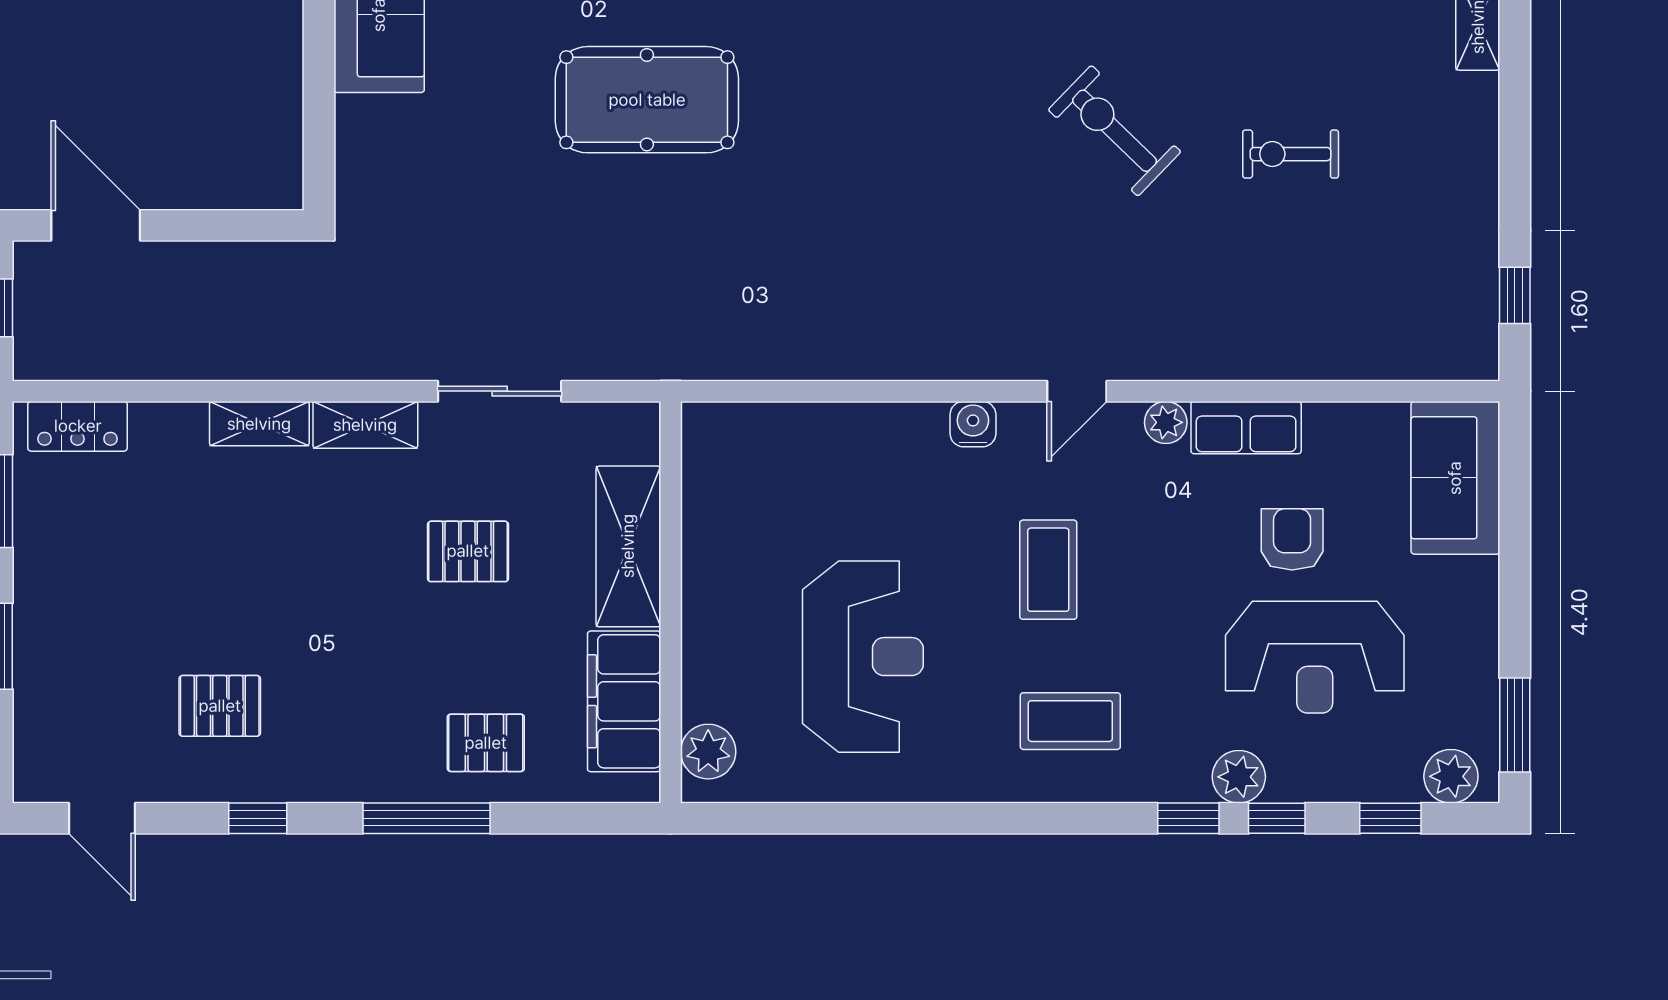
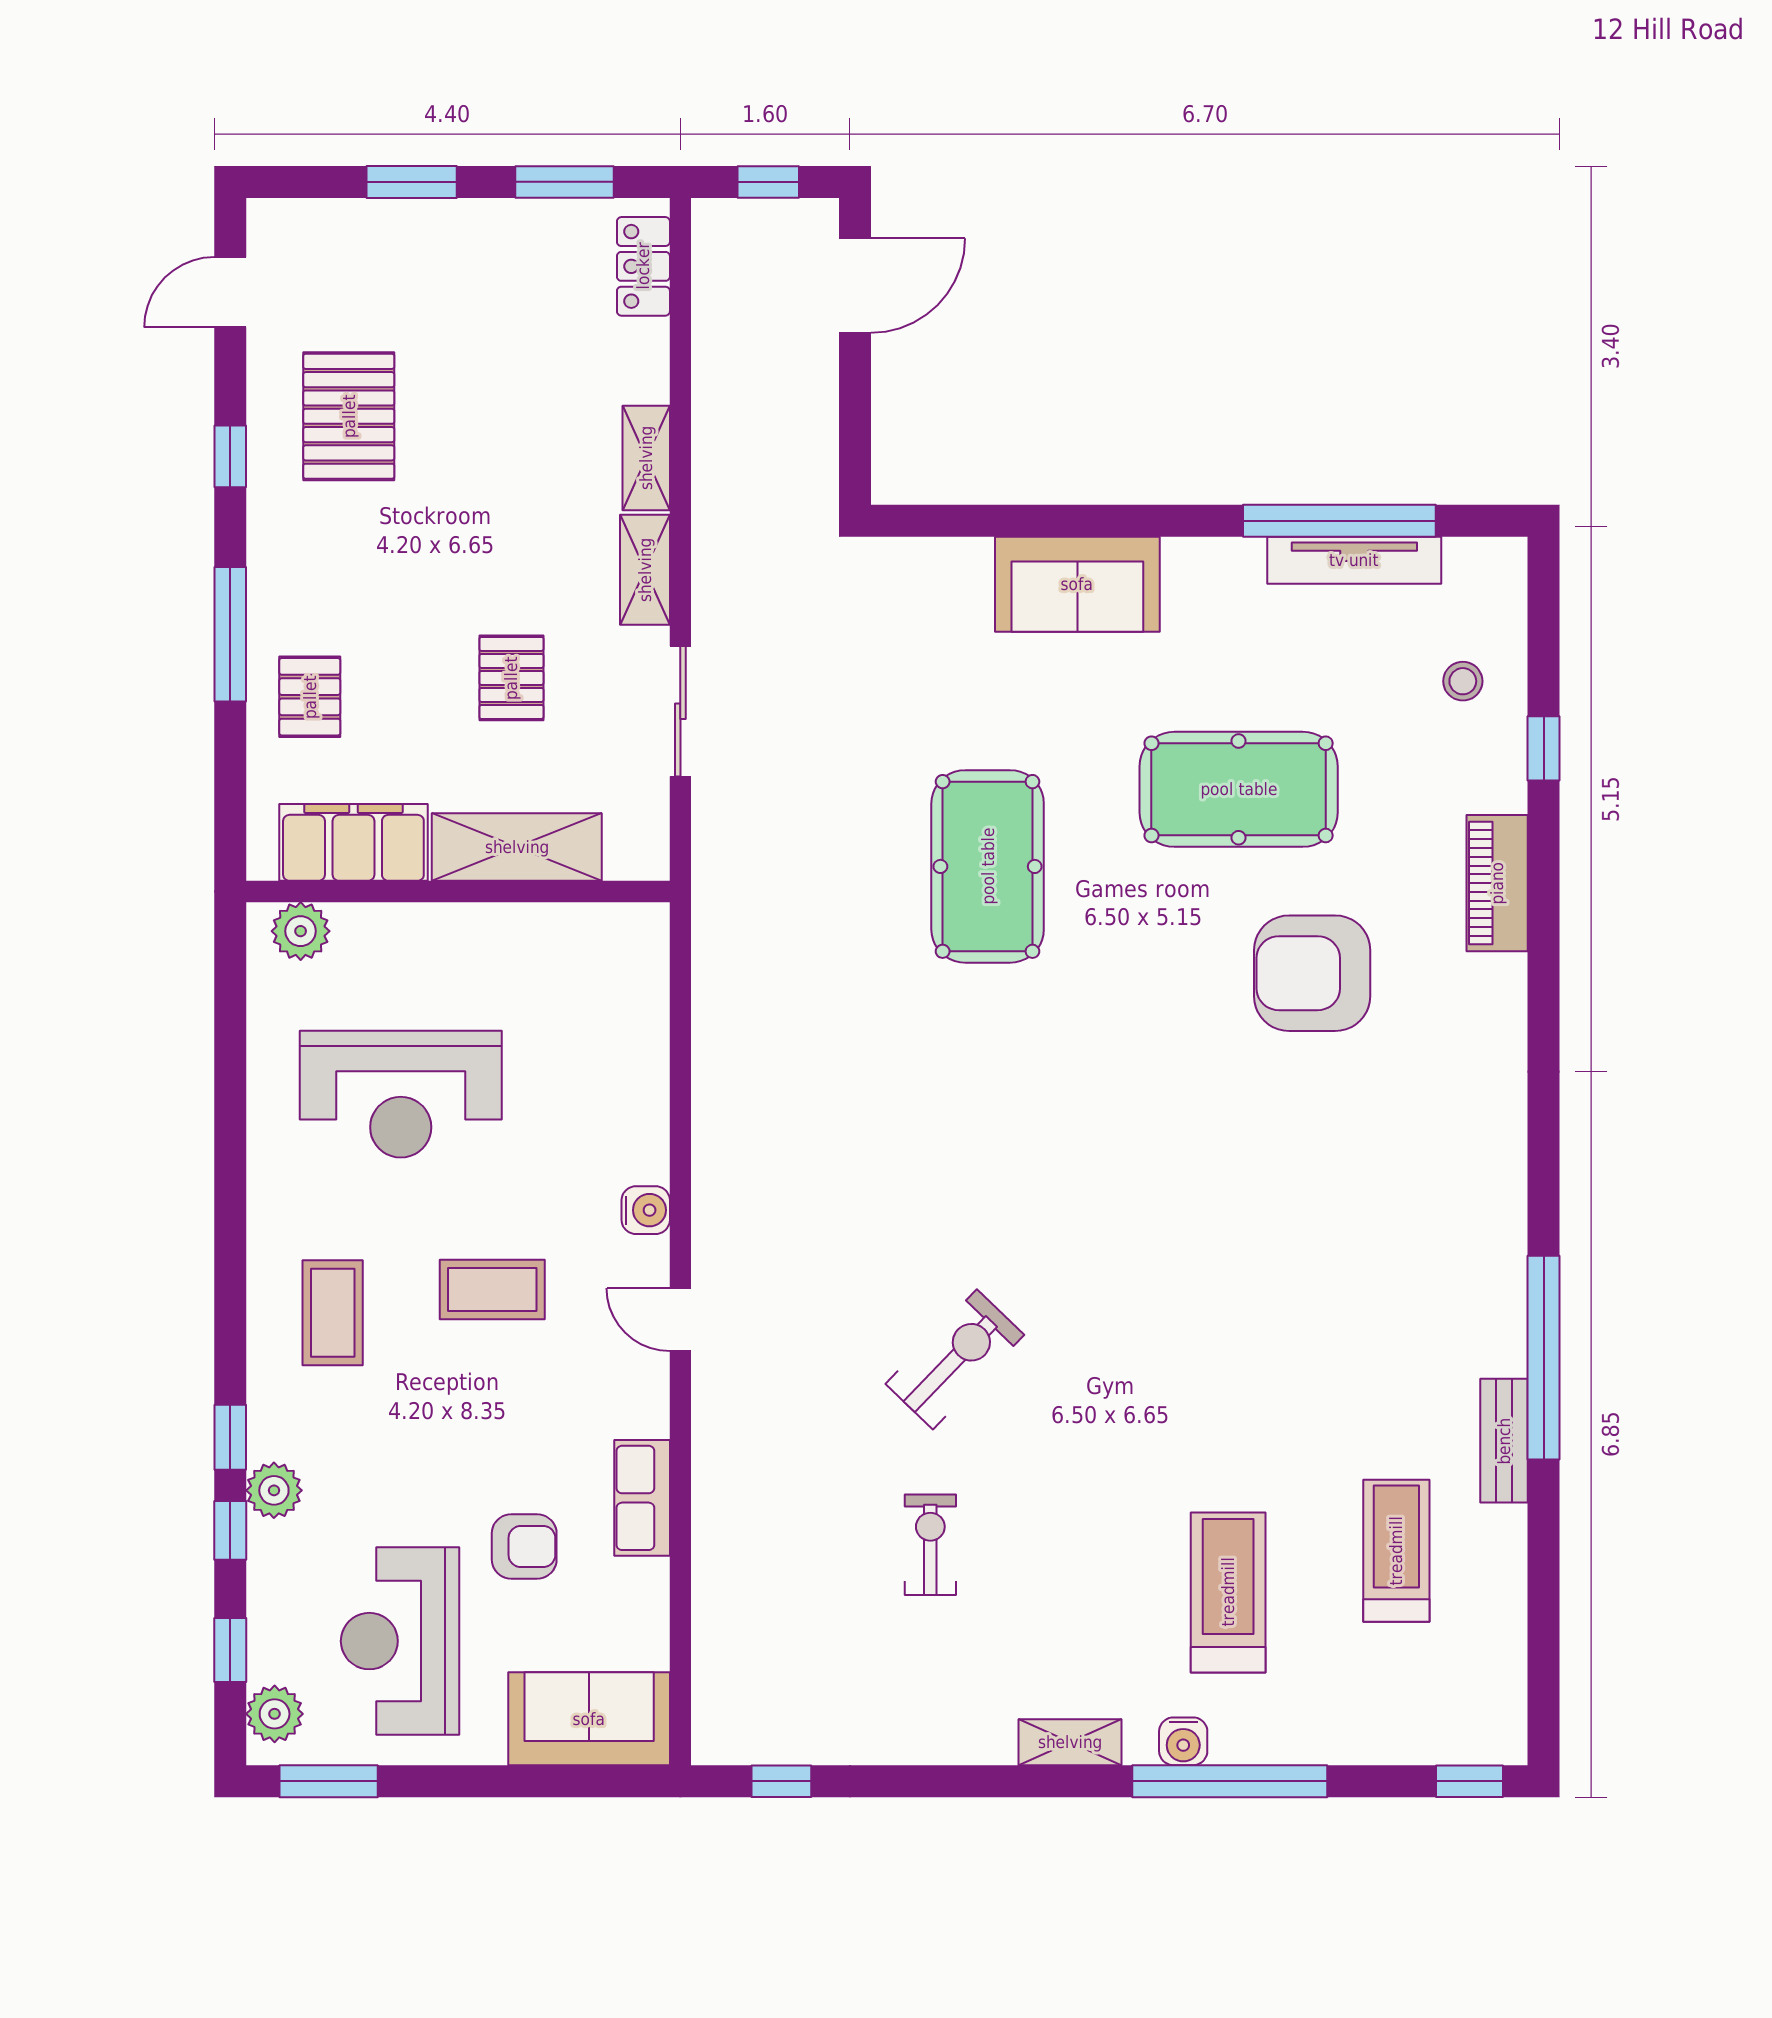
plant: (1166, 422) -> (647, 1413), removed
reception desk: (1315, 657) -> (400, 1641), moved
pallet: (220, 706) -> (349, 416), width x1.50, depth x1.42

